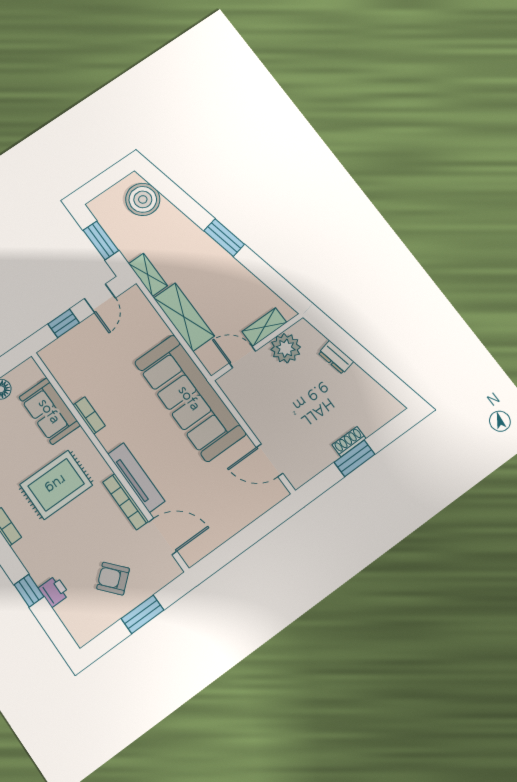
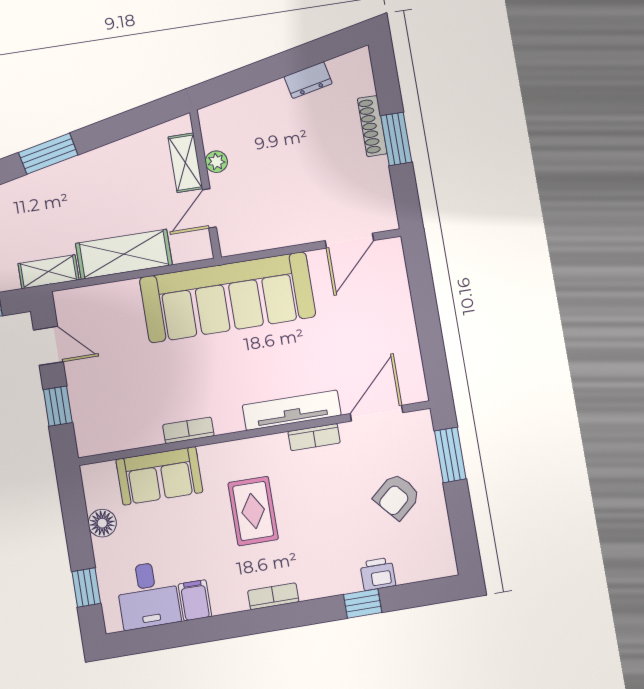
plant: (286, 348) -> (216, 162), width x0.53, depth x0.53
dresser: (336, 357) -> (308, 80), moved
shoe rack: (349, 442) -> (372, 126), width x1.43
rug: (56, 485) -> (253, 511), width x0.73, depth x0.70
bookcase: (126, 502) -> (314, 437), width x0.64
window: (142, 614) -> (450, 455), moved

